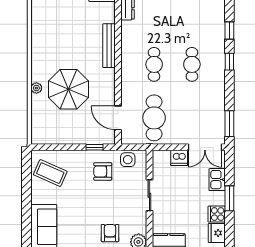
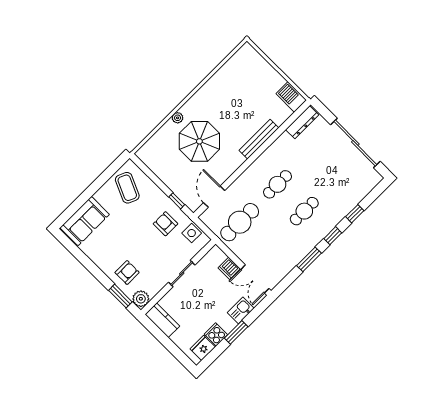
window: (229, 124) -> (309, 259), moved

